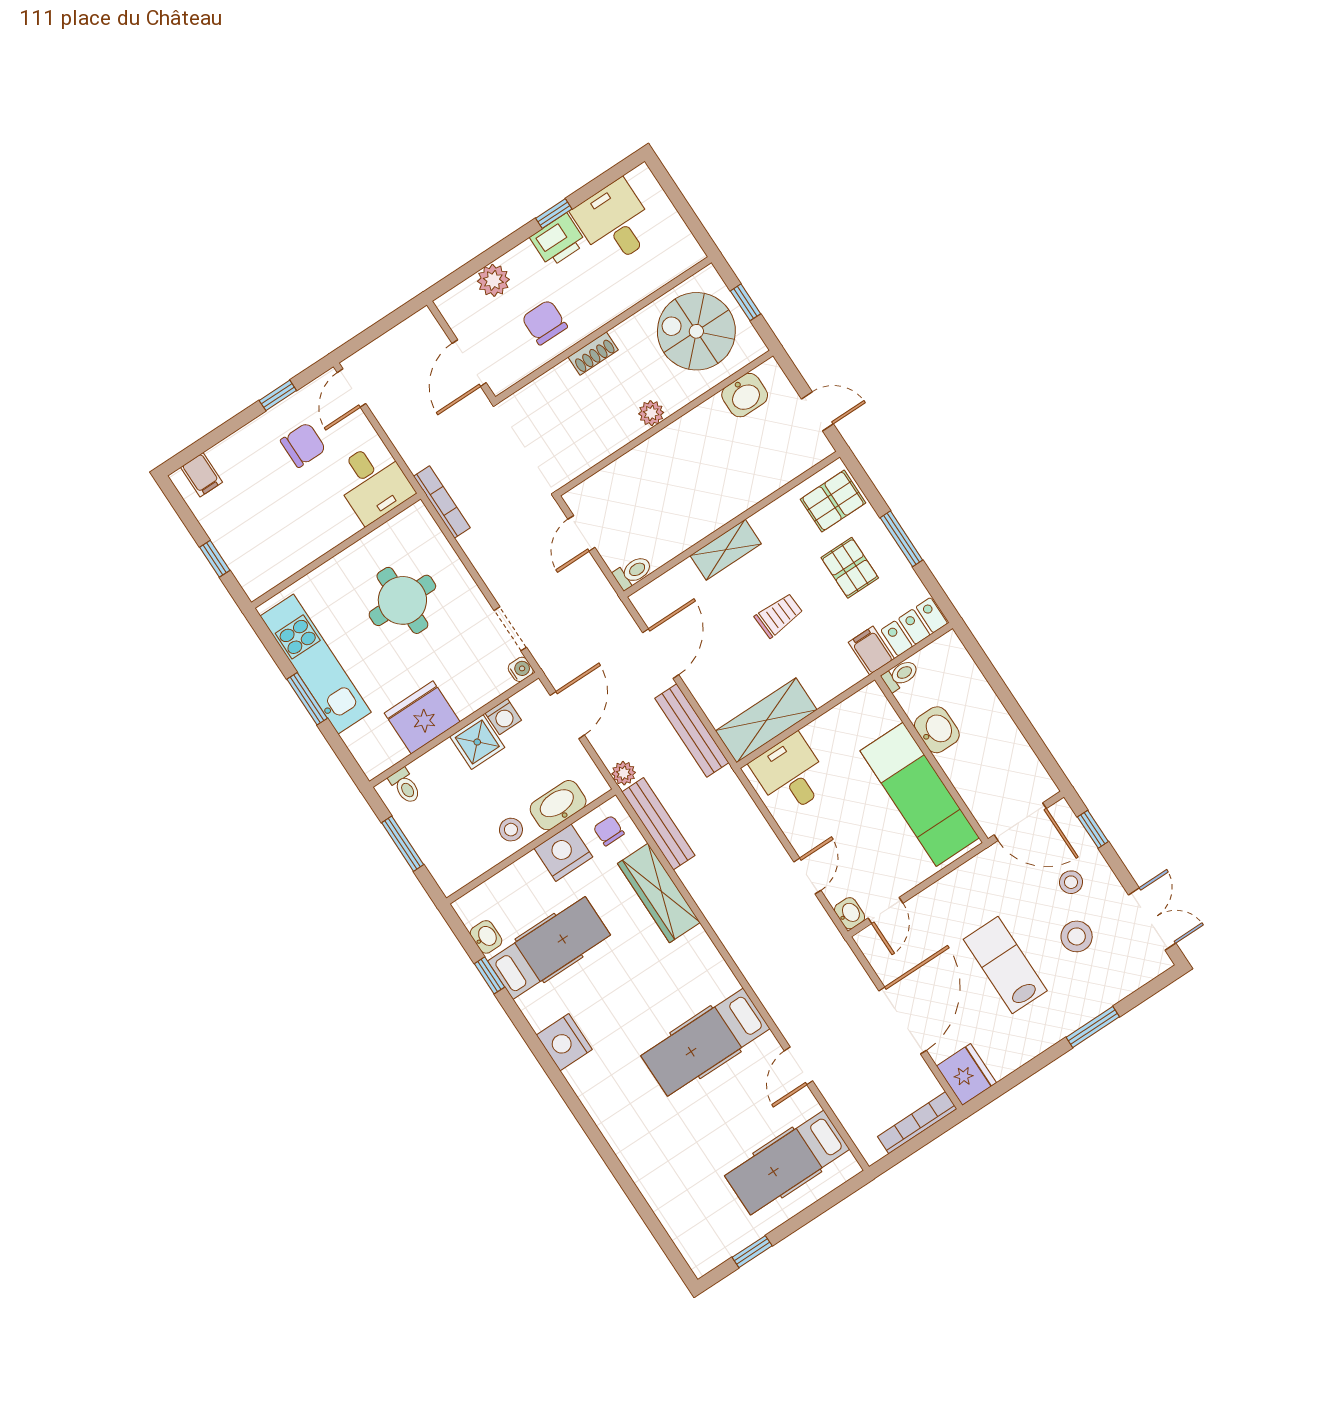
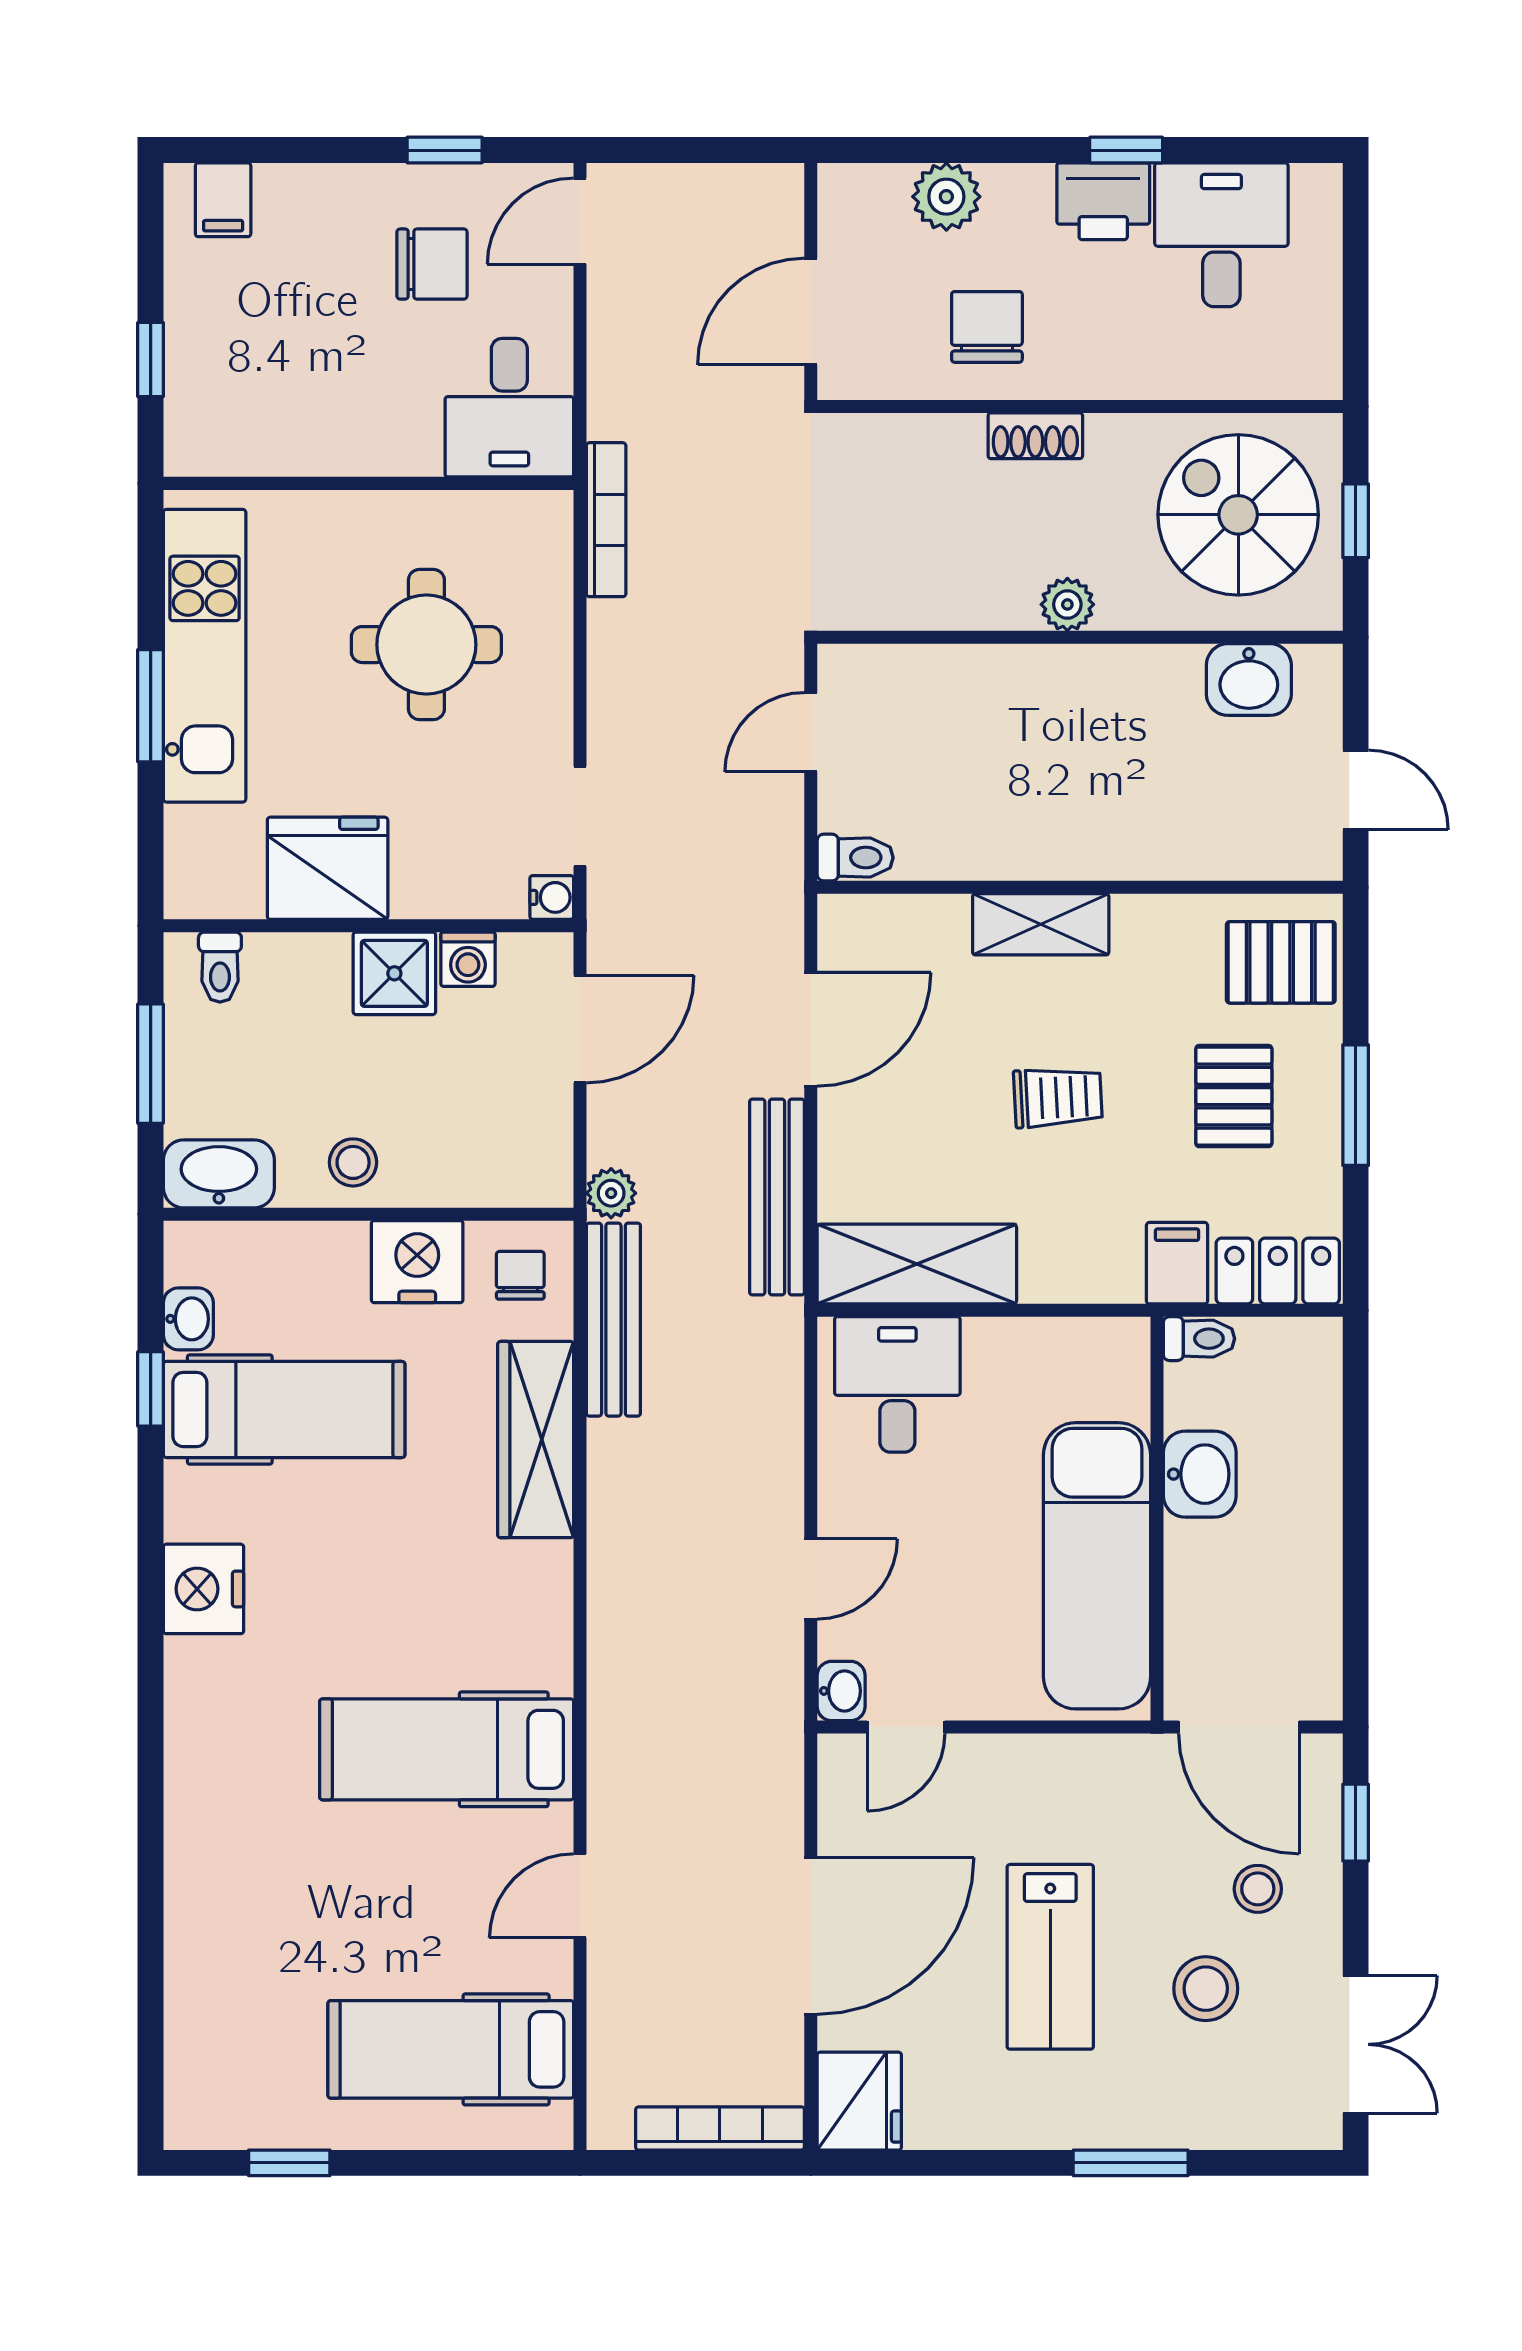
washbasin: (558, 805) -> (219, 1174), moved
lab bench: (1005, 965) -> (1050, 1957), turned 180

